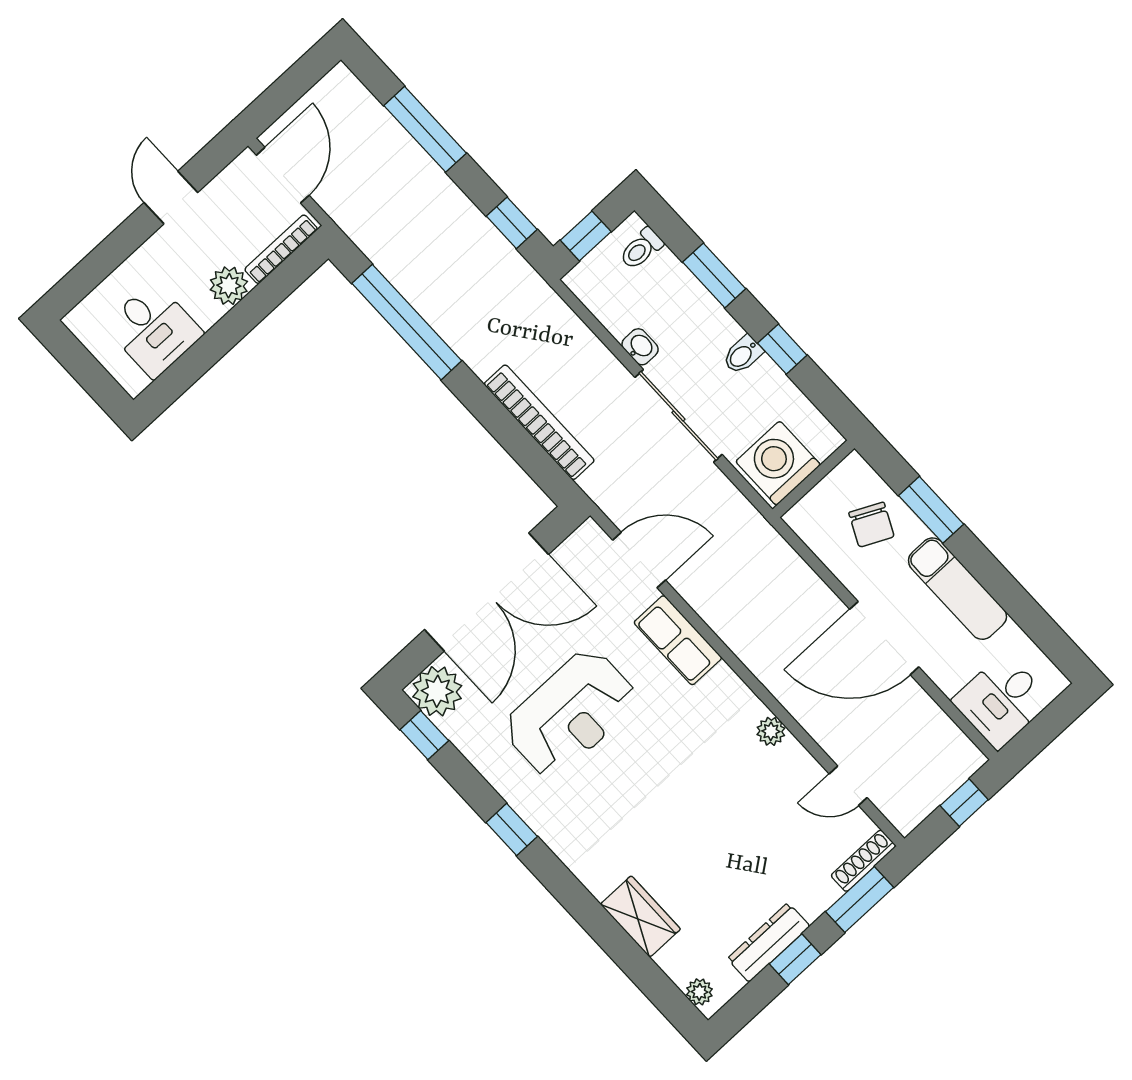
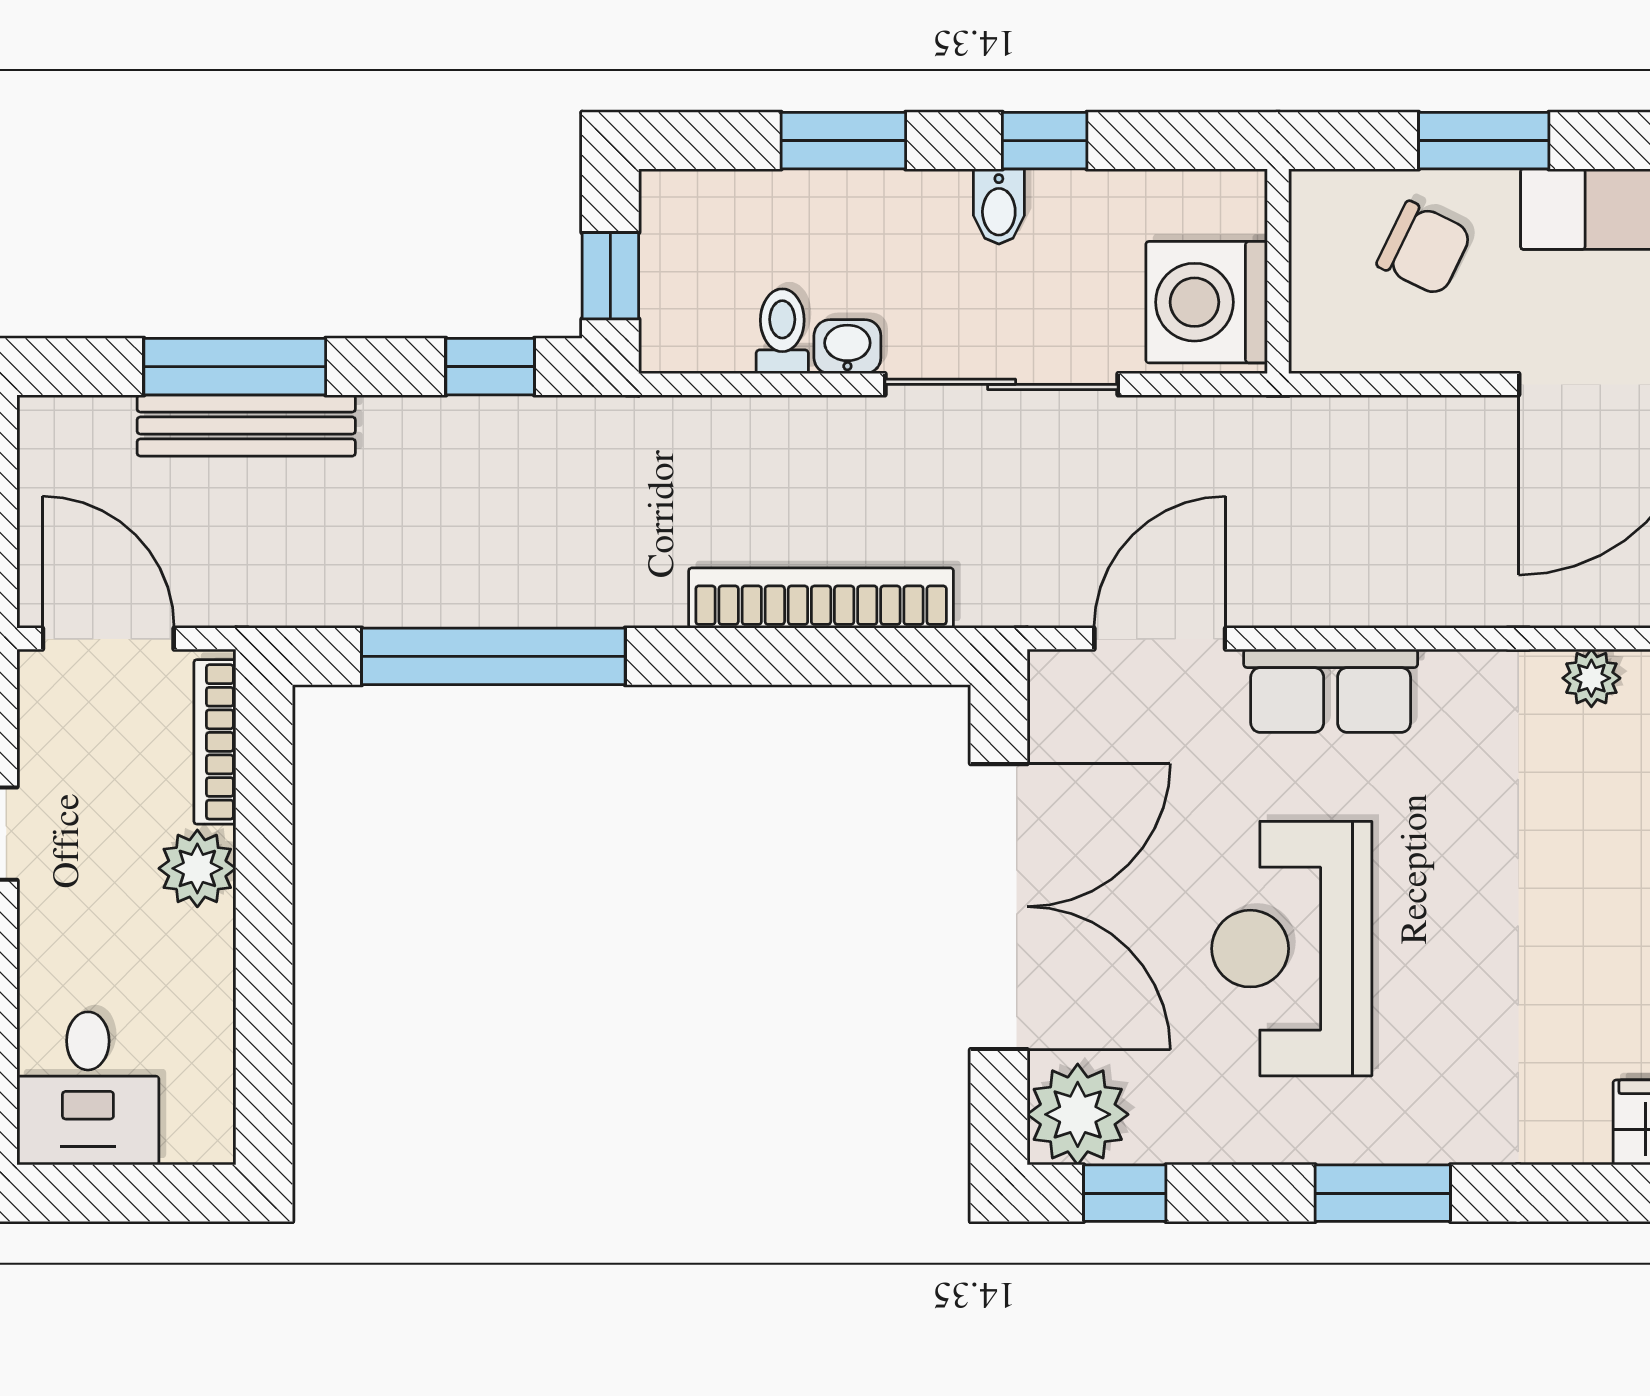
bench: (408, 153) -> (246, 425), added
toilet: (641, 249) -> (782, 331), moved, turned 180
desk: (154, 329) -> (88, 1088), moved, turned 90
reception desk: (570, 713) -> (1292, 949), turned 180
window: (512, 829) -> (1383, 1193), width x1.50

